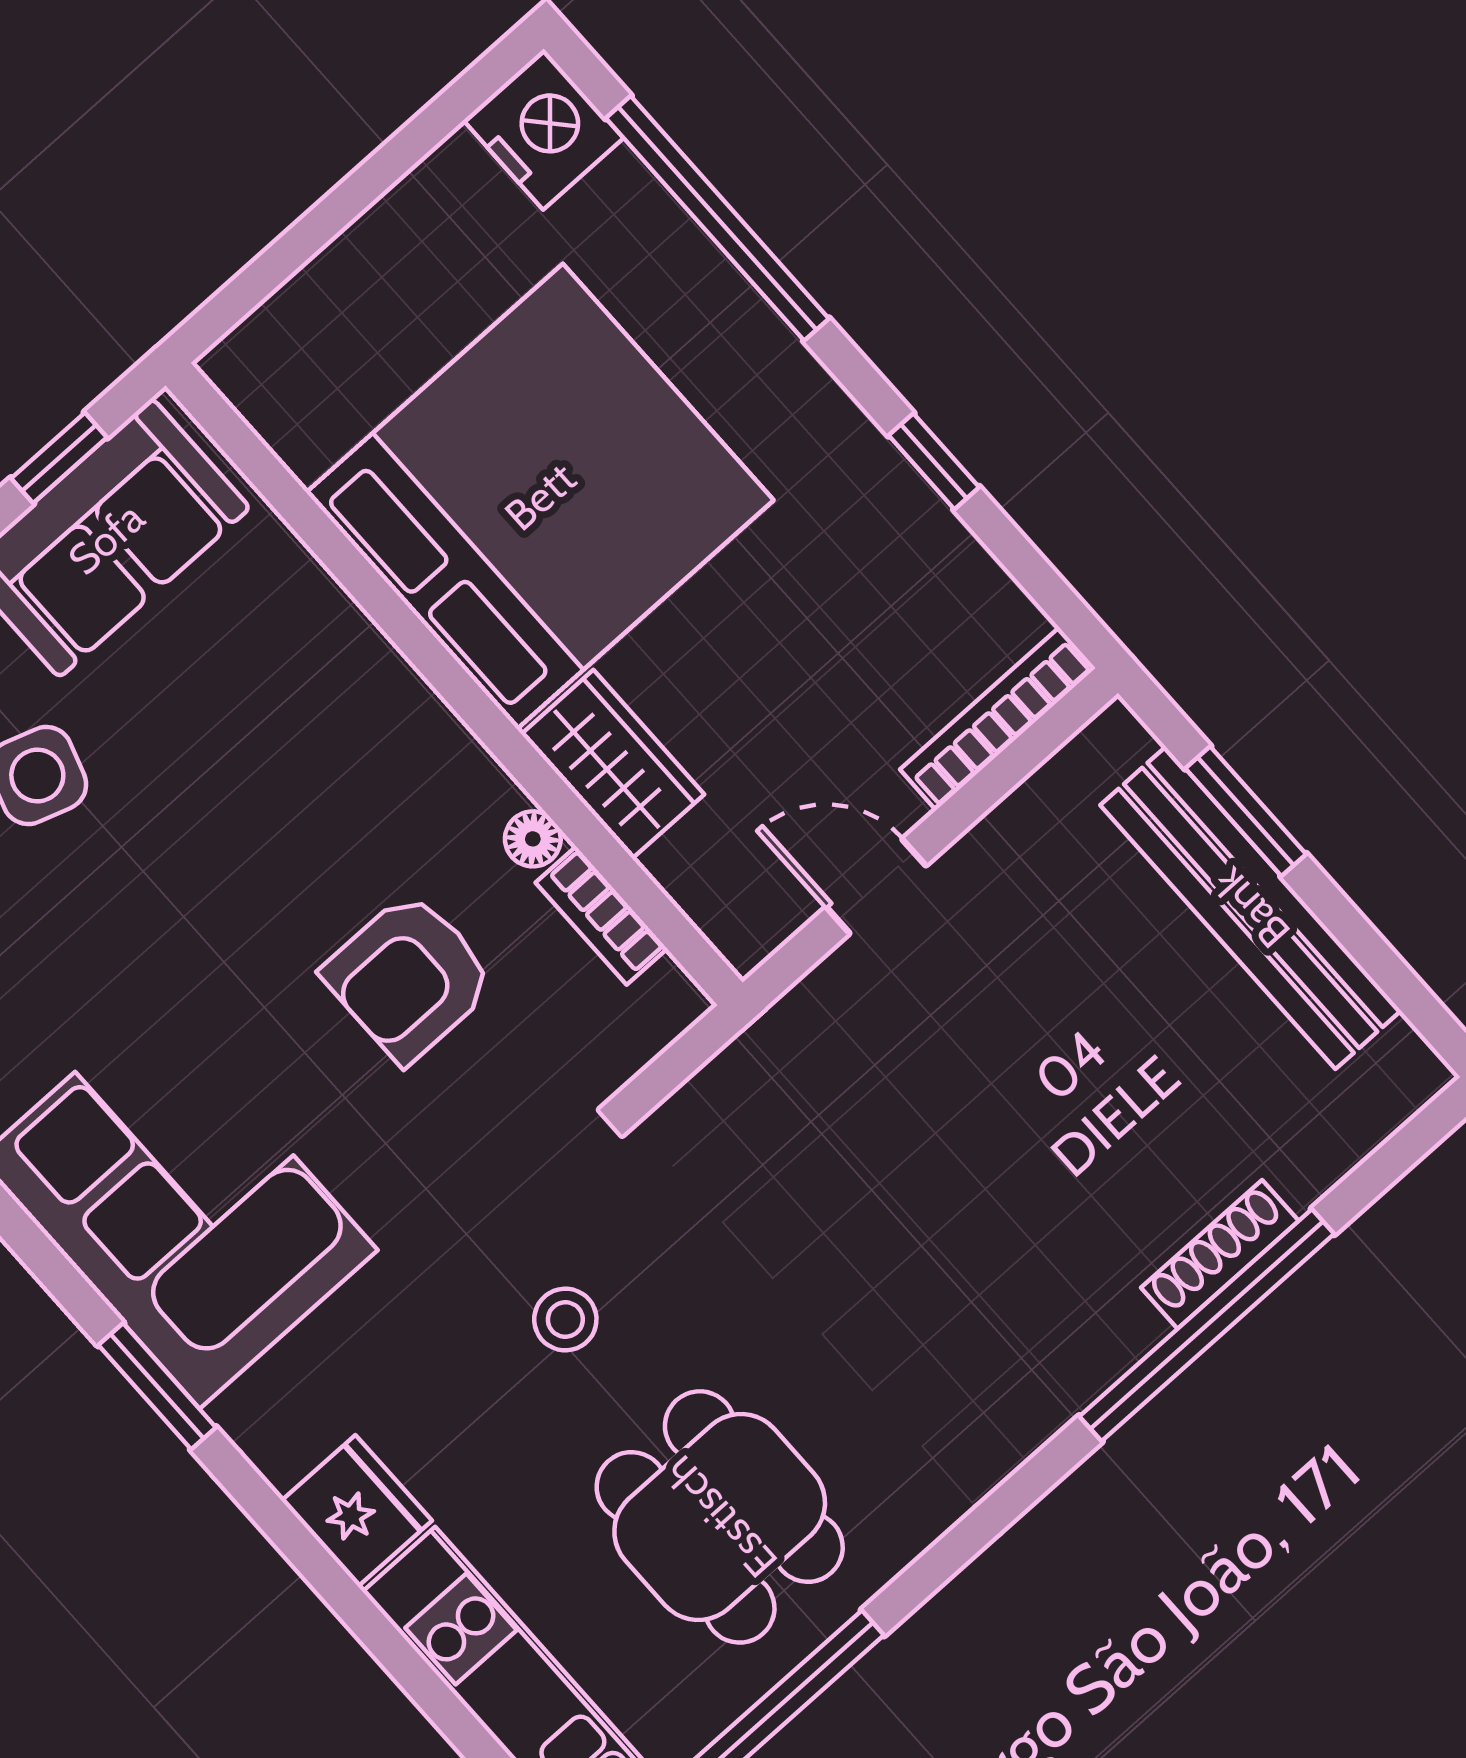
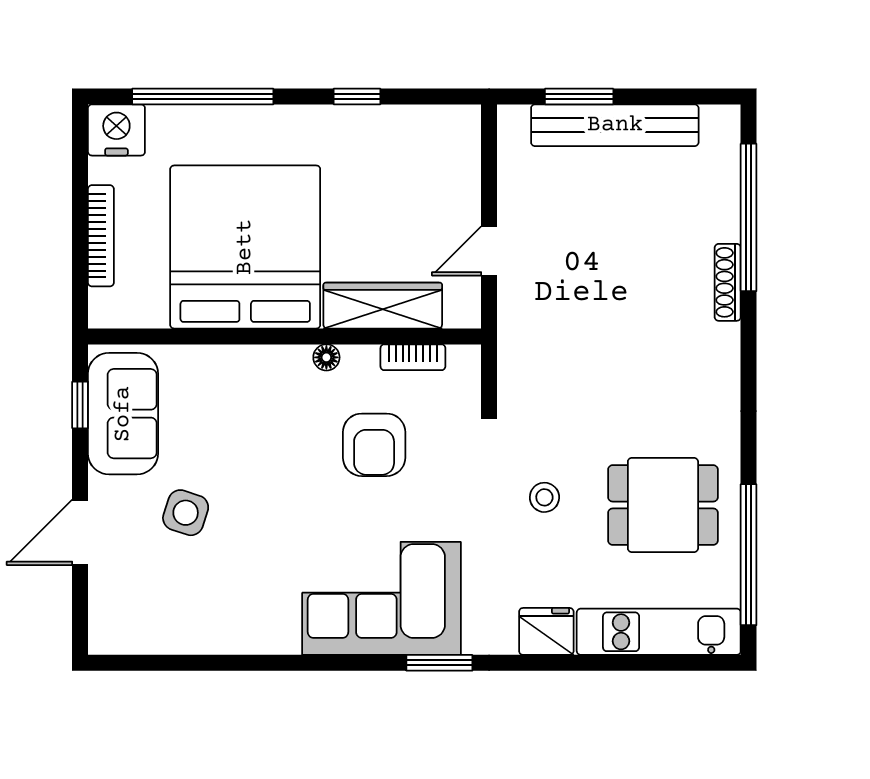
bookcase: (998, 719) -> (101, 236), moved, turned 180
wardrobe: (613, 764) -> (383, 306), width x1.50
floor lamp: (533, 839) -> (326, 357), moved
shoe rack: (1220, 1254) -> (728, 282), moved
window: (1207, 1325) -> (749, 217), moved

